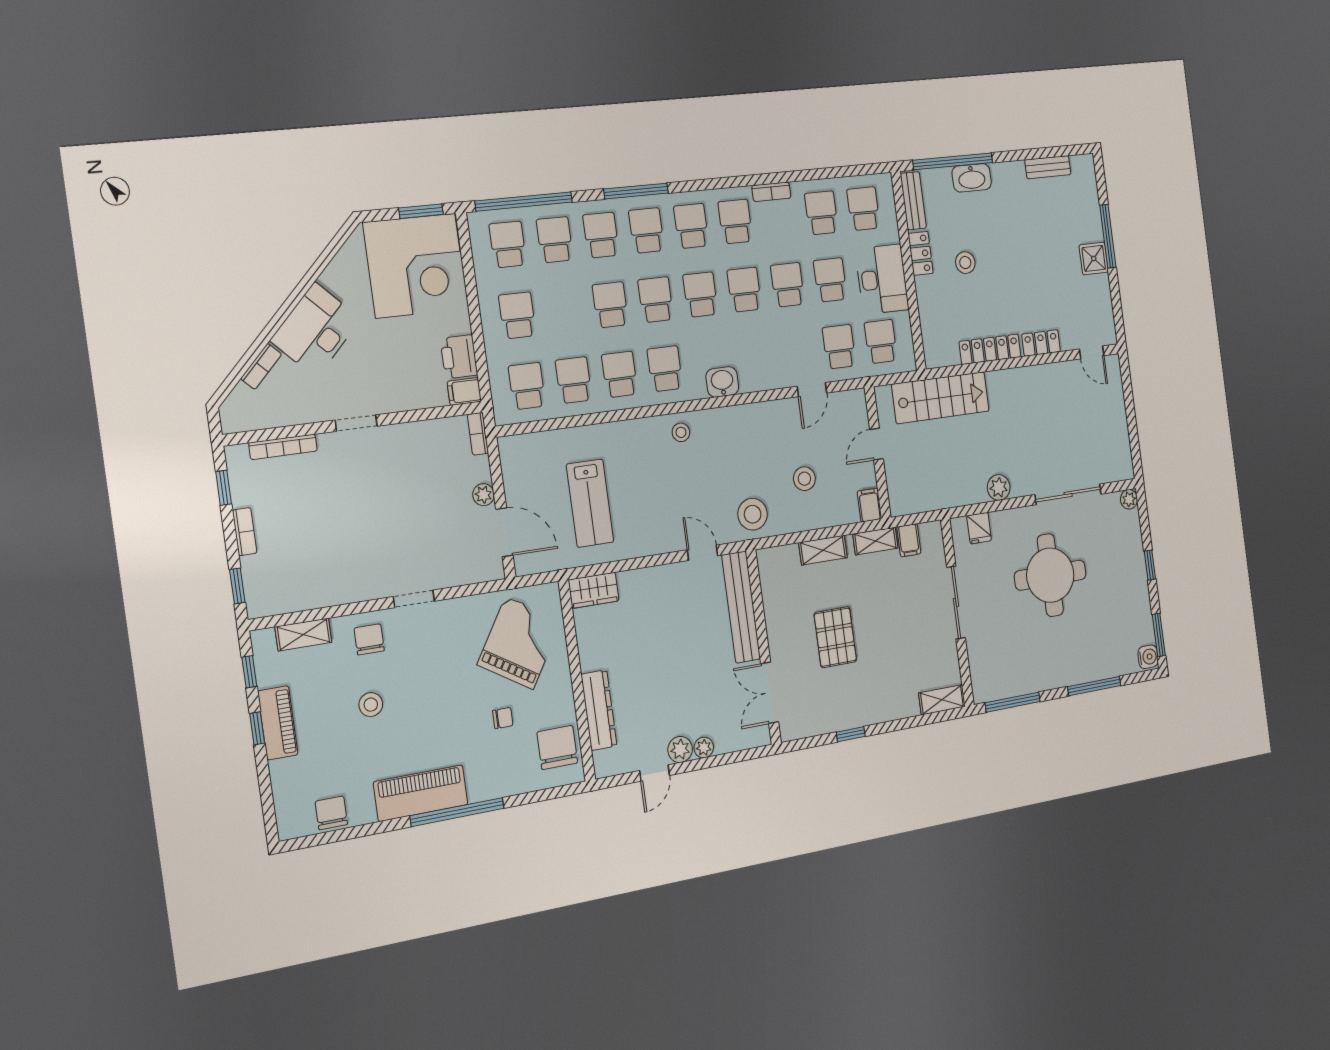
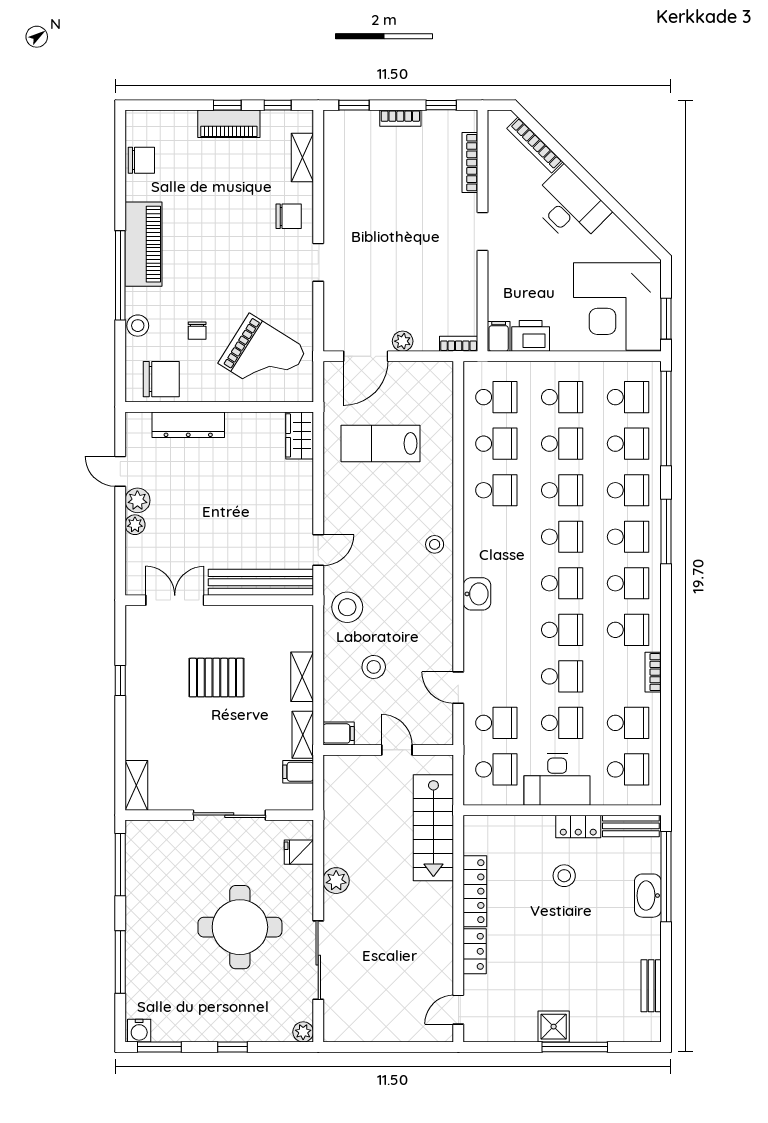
bookcase: (261, 366) -> (535, 145), width x1.56
school desk: (665, 369) -> (562, 444), moved
stool: (371, 705) -> (138, 326), moved

